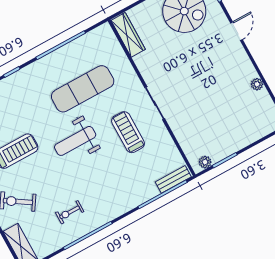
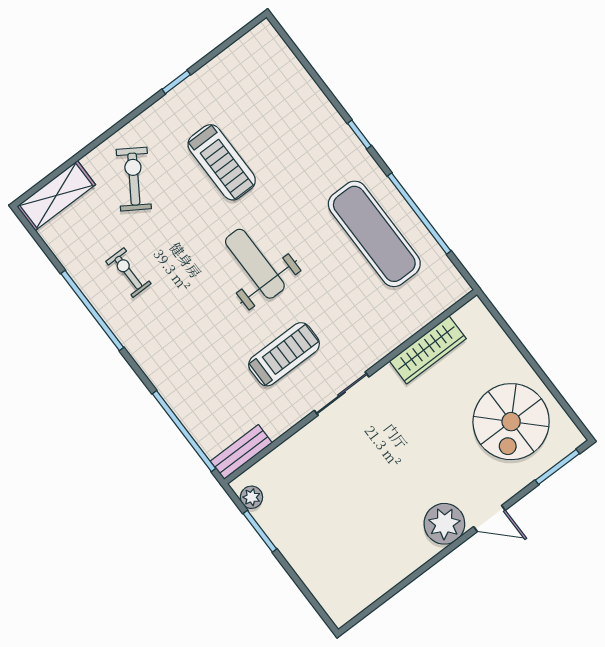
wardrobe: (128, 35) -> (428, 350), moved
plant: (257, 84) -> (444, 524), moved, width x1.88, depth x1.88
exercise mat: (83, 89) -> (374, 234), moved
bench: (173, 179) -> (241, 452), moved, turned 90

